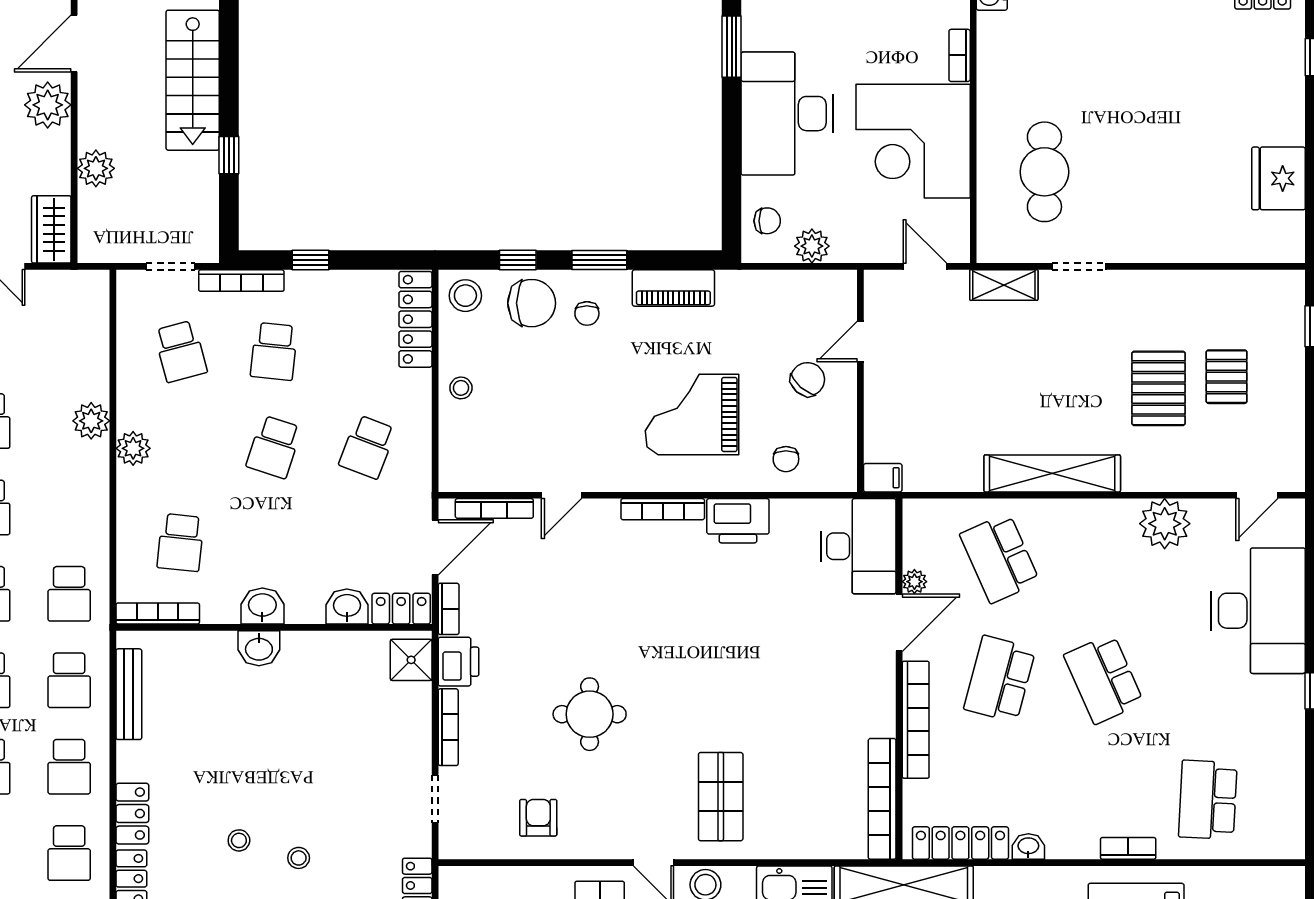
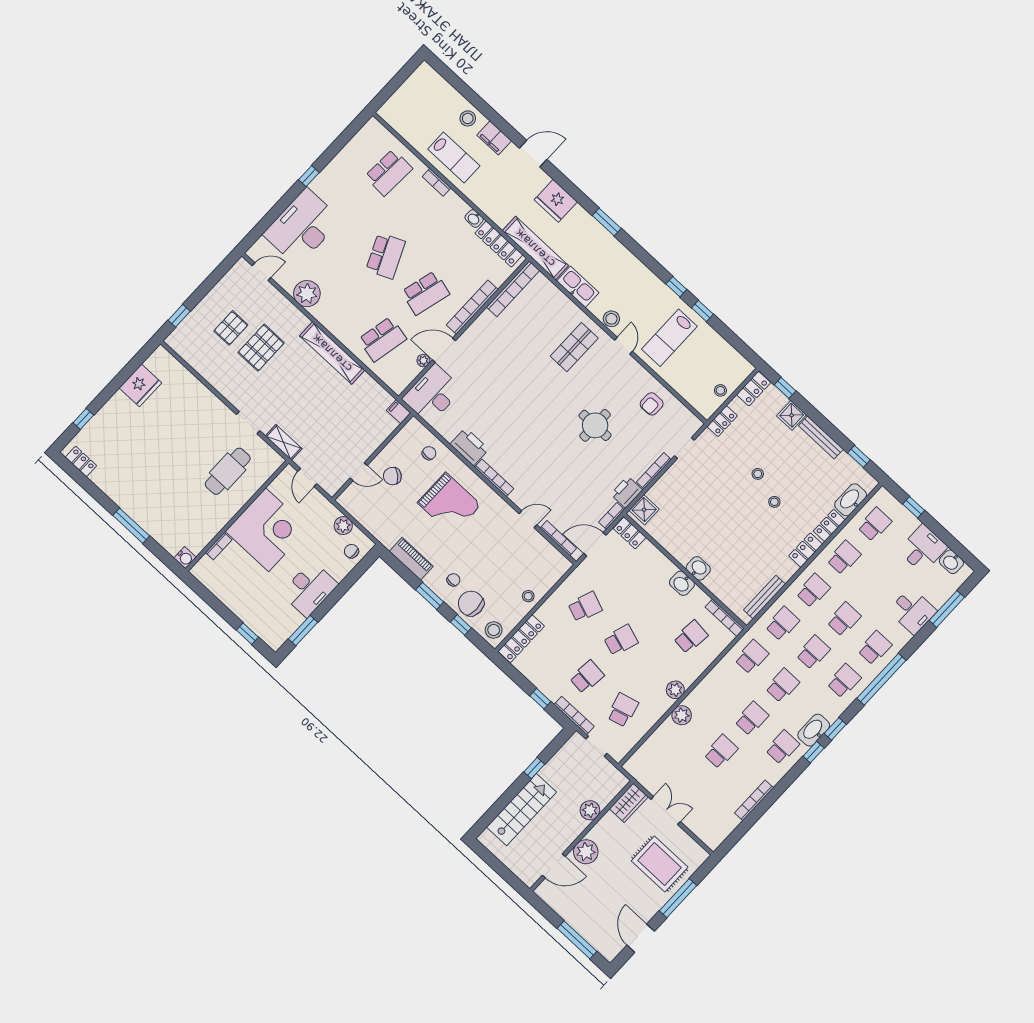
desk: (787, 114) -> (310, 589), width x0.73, depth x0.77
school desk: (1000, 558) -> (382, 339), turned 36
washbasin: (347, 606) -> (650, 553), removed

